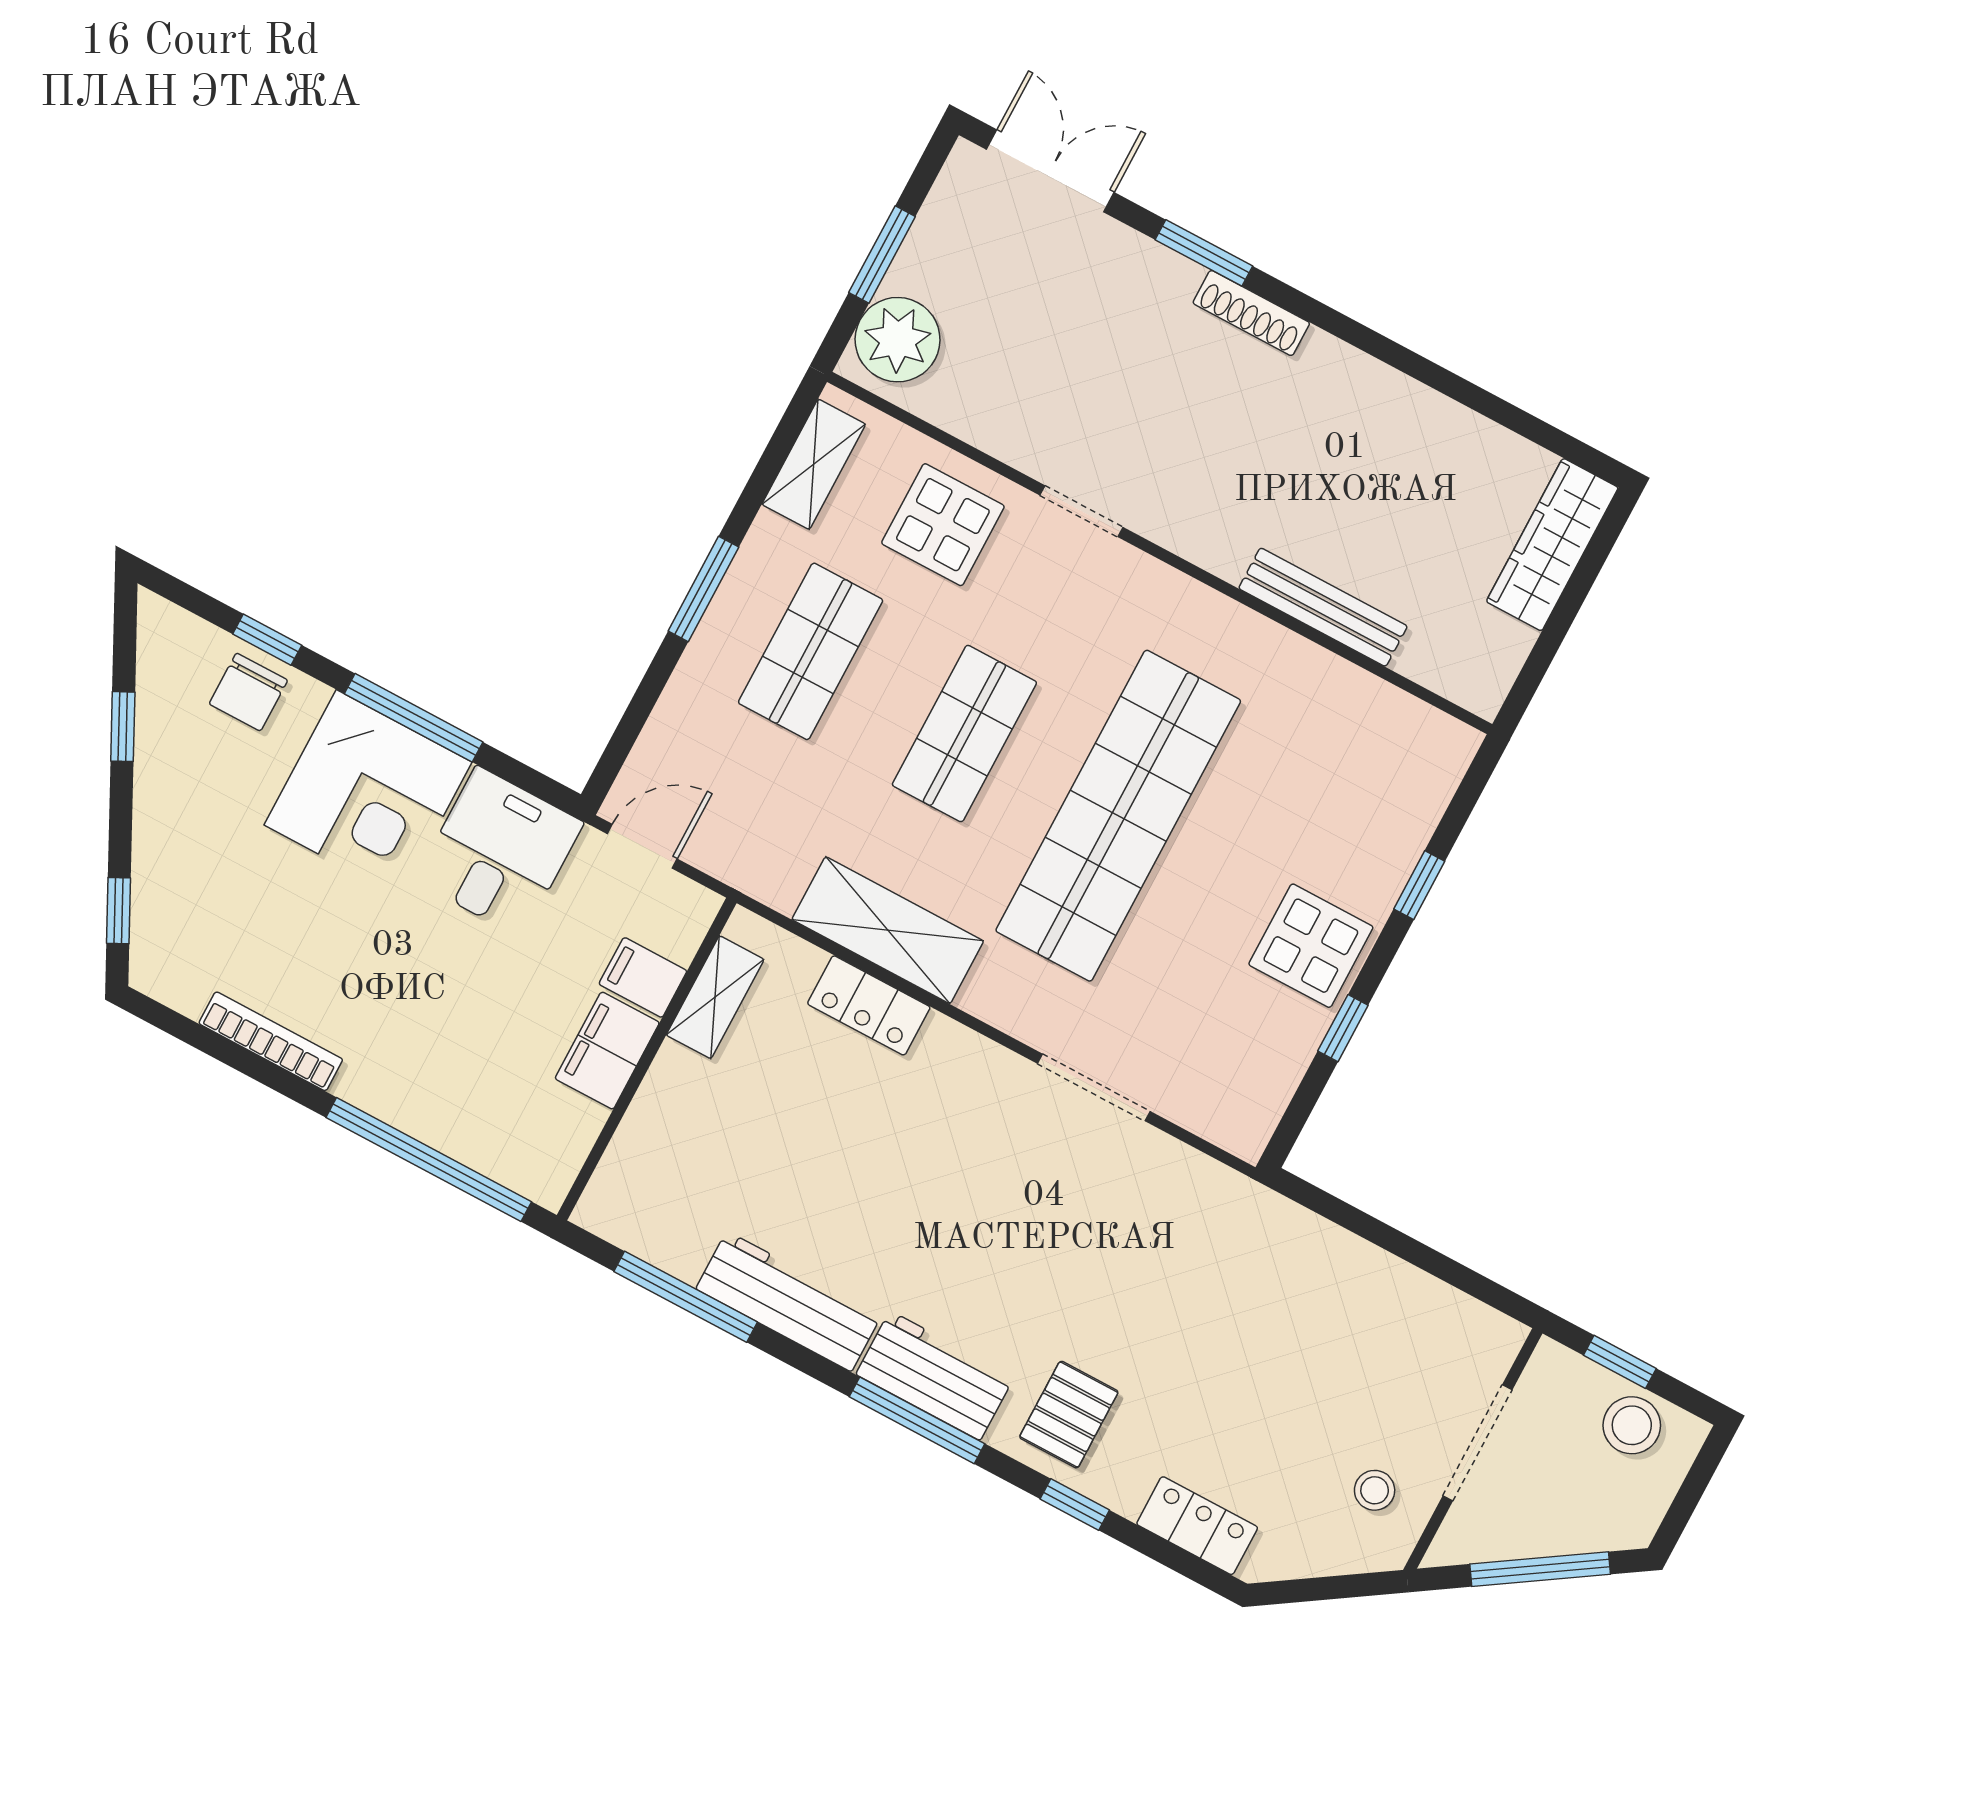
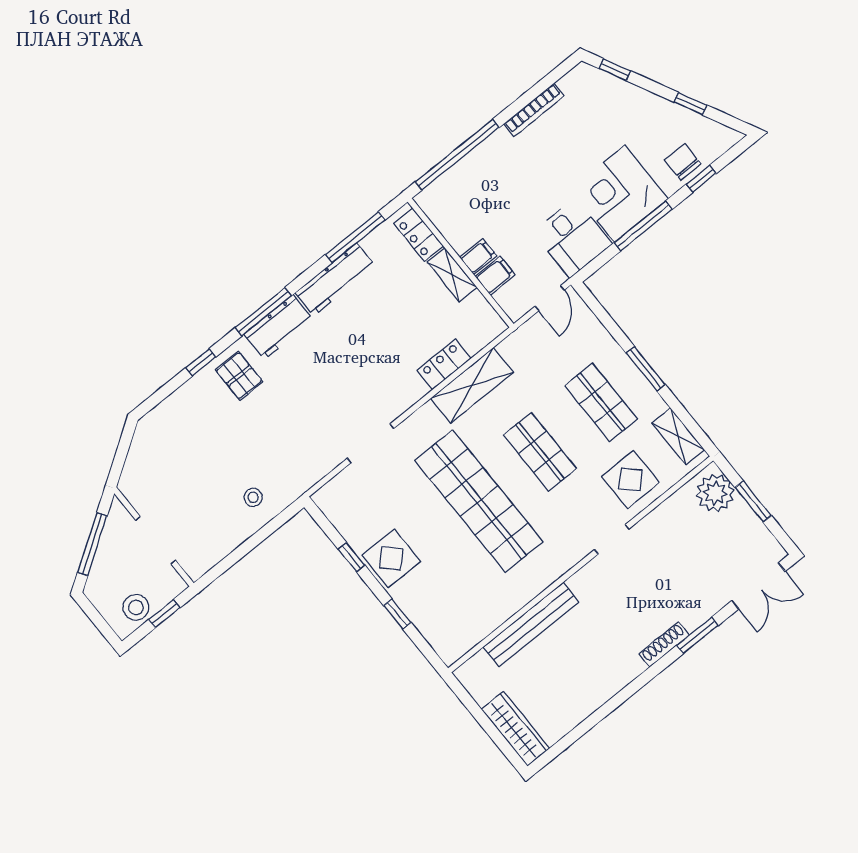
bench: (1323, 607) -> (531, 624), width x1.37, depth x1.21
shelving: (715, 997) -> (452, 275), moved
filing cabinet: (607, 1051) -> (478, 257), width x0.50
stool: (1375, 1490) -> (253, 497), moved
locker: (1197, 1526) -> (419, 235), moved, turned 90

